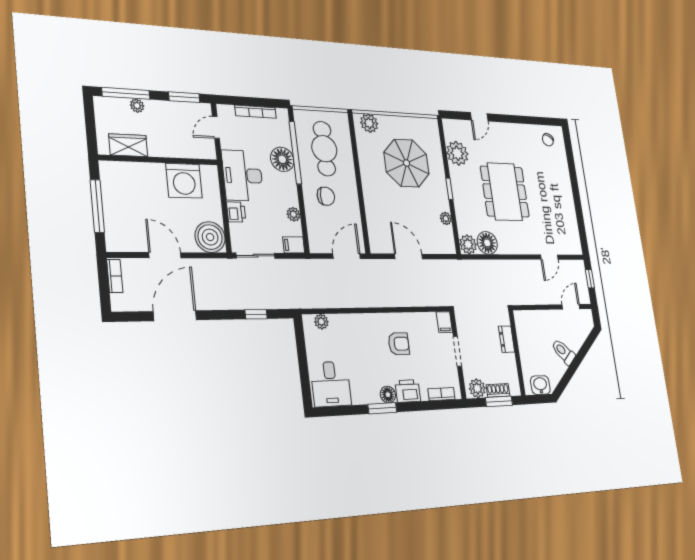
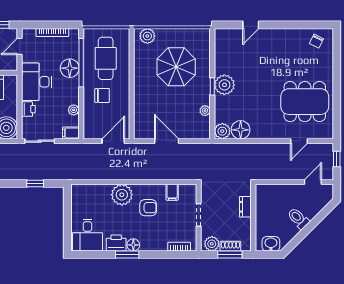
plant: (457, 153) -> (224, 85), moved
dining table: (505, 192) -> (305, 102), moved, turned 90
plant: (321, 322) -> (122, 195), moved, width x1.87, depth x1.87
filing cabinet: (444, 322) -> (172, 192), moved
printer: (408, 391) -> (116, 243), moved

